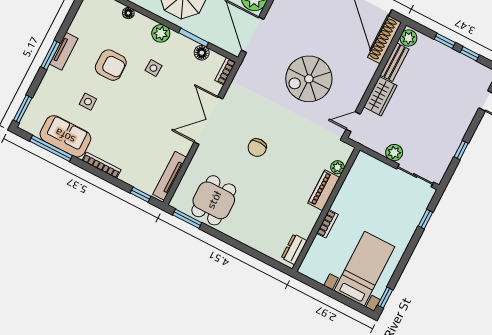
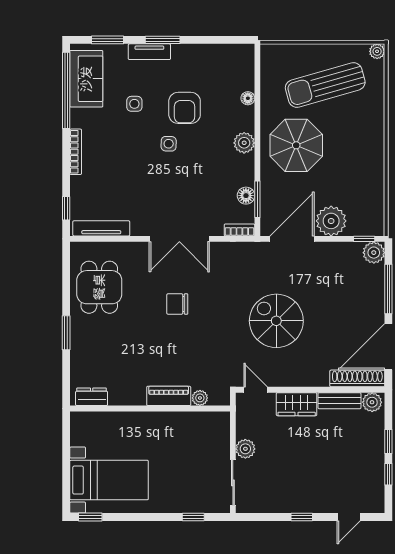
window: (194, 38) -> (257, 199), moved
tv unit: (64, 51) -> (149, 52), moved
side table: (153, 68) -> (169, 144), moved
window: (23, 109) -> (108, 40), moved
double door: (208, 120) -> (179, 239), swing flipped
sofa: (65, 136) -> (86, 79), moved
window: (51, 148) -> (66, 90), width x1.46
window: (461, 150) -> (302, 517), moved
dining table: (214, 200) -> (99, 287), turned 90
window: (187, 219) -> (66, 333), moved
bookcase: (327, 224) -> (136, 418), removed

